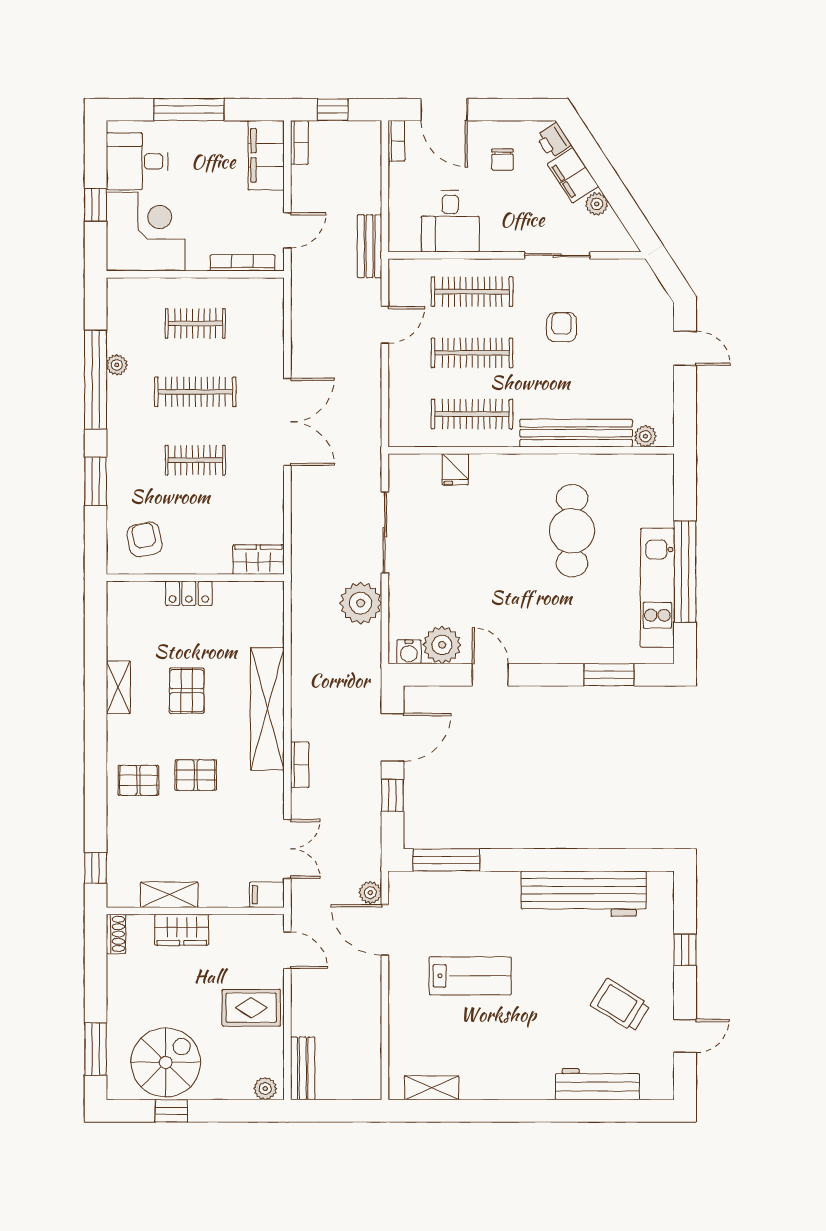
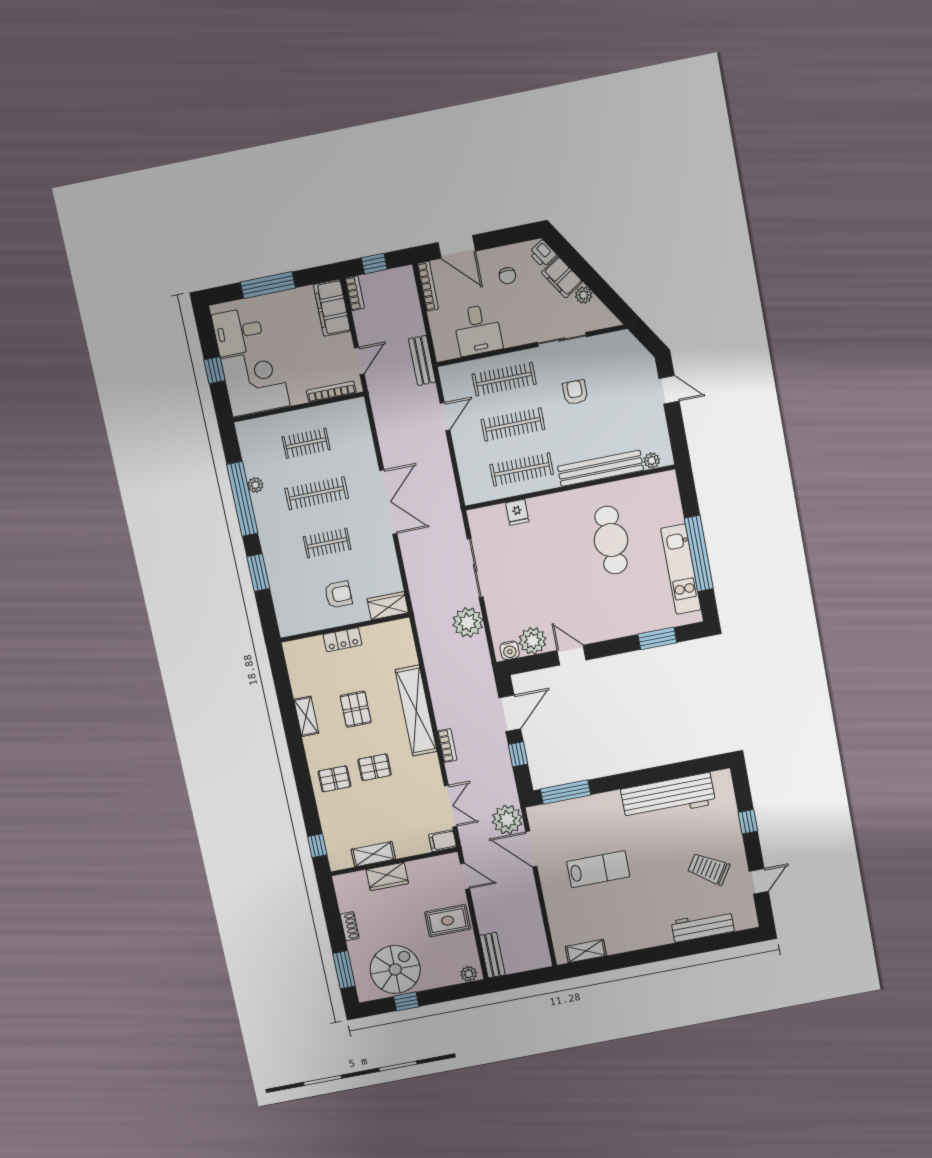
bookcase: (396, 141) -> (428, 286), width x1.56
armchair: (144, 539) -> (338, 594), moved, turned 101
plant: (370, 893) -> (507, 820), width x1.87, depth x1.87
shoe rack: (116, 934) -> (350, 926), moved

